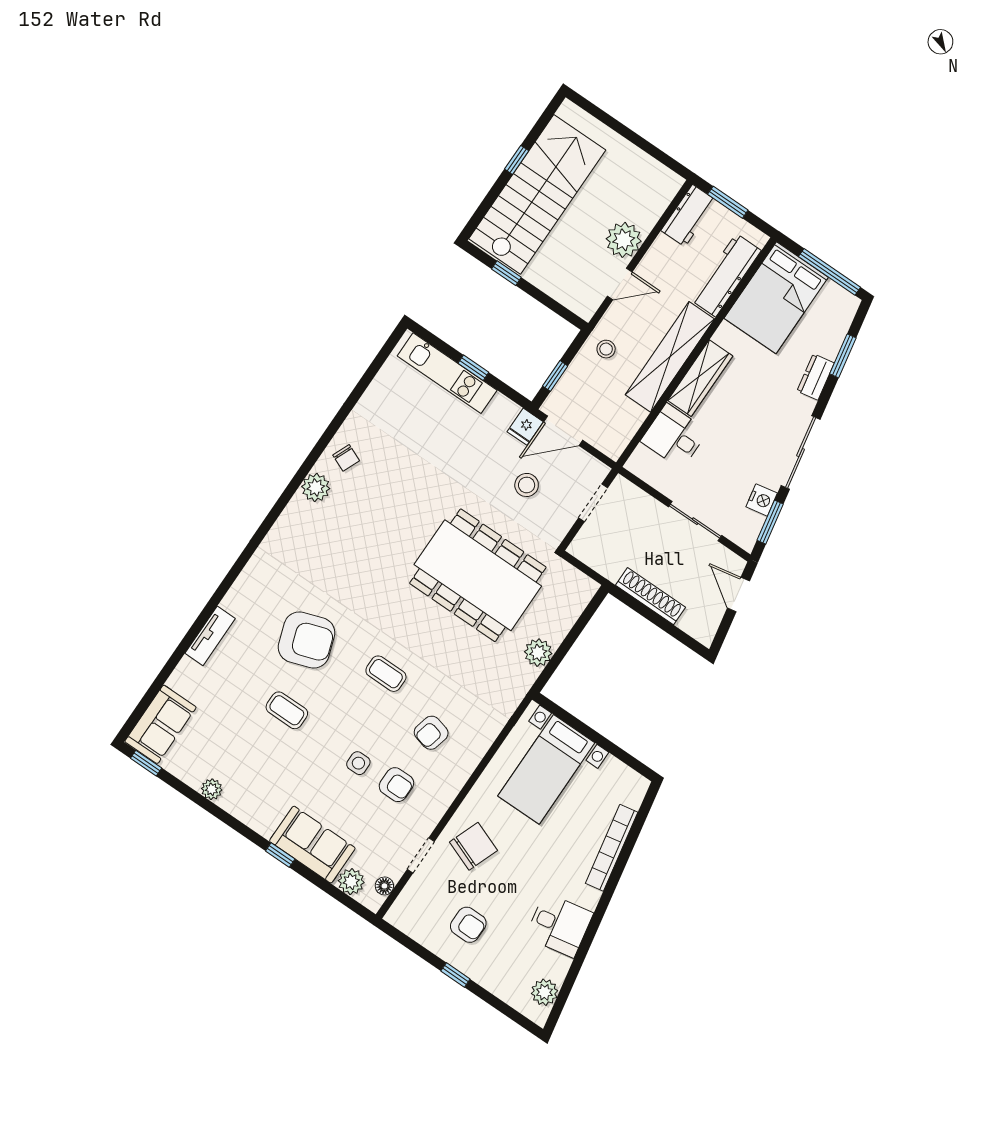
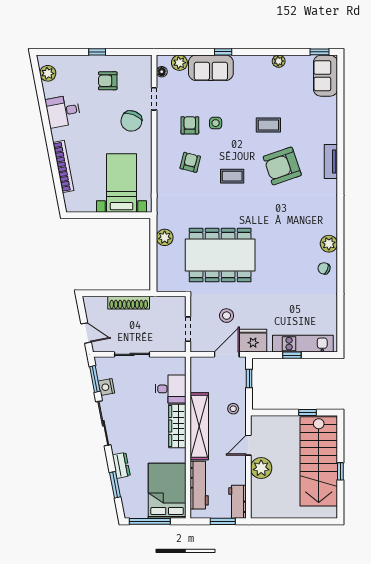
fridge: (525, 427) -> (253, 341), width x1.88, depth x1.34
tv unit: (210, 636) -> (331, 162), moved
armchair: (396, 785) -> (190, 125), turned 90

